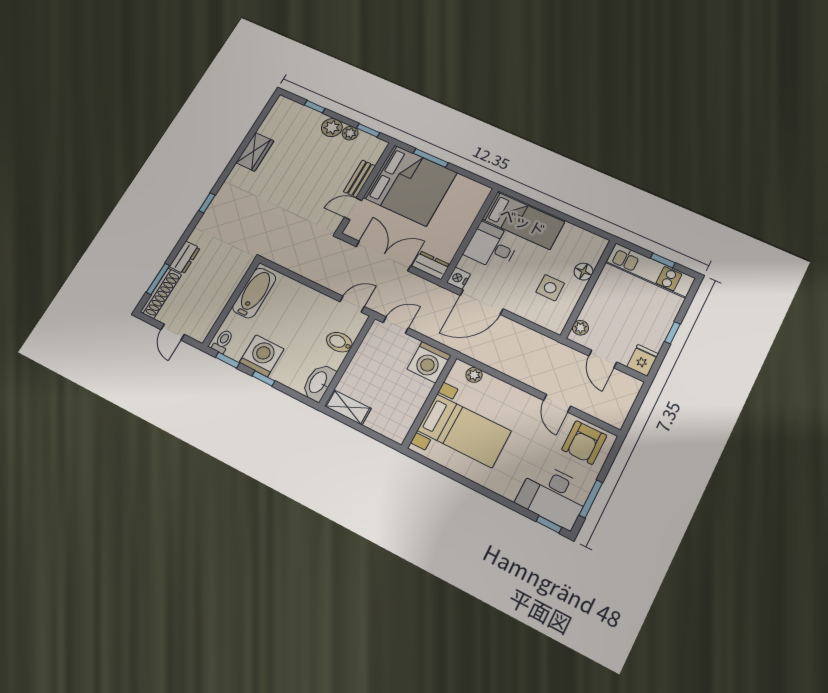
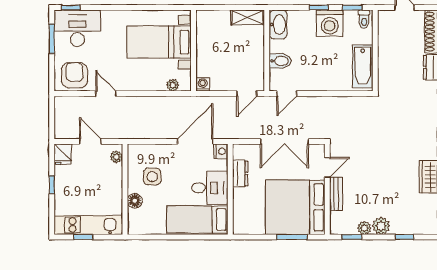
dresser: (431, 265) -> (240, 173), moved, turned -90
washing machine: (429, 362) -> (203, 84), width x0.53, depth x0.53

